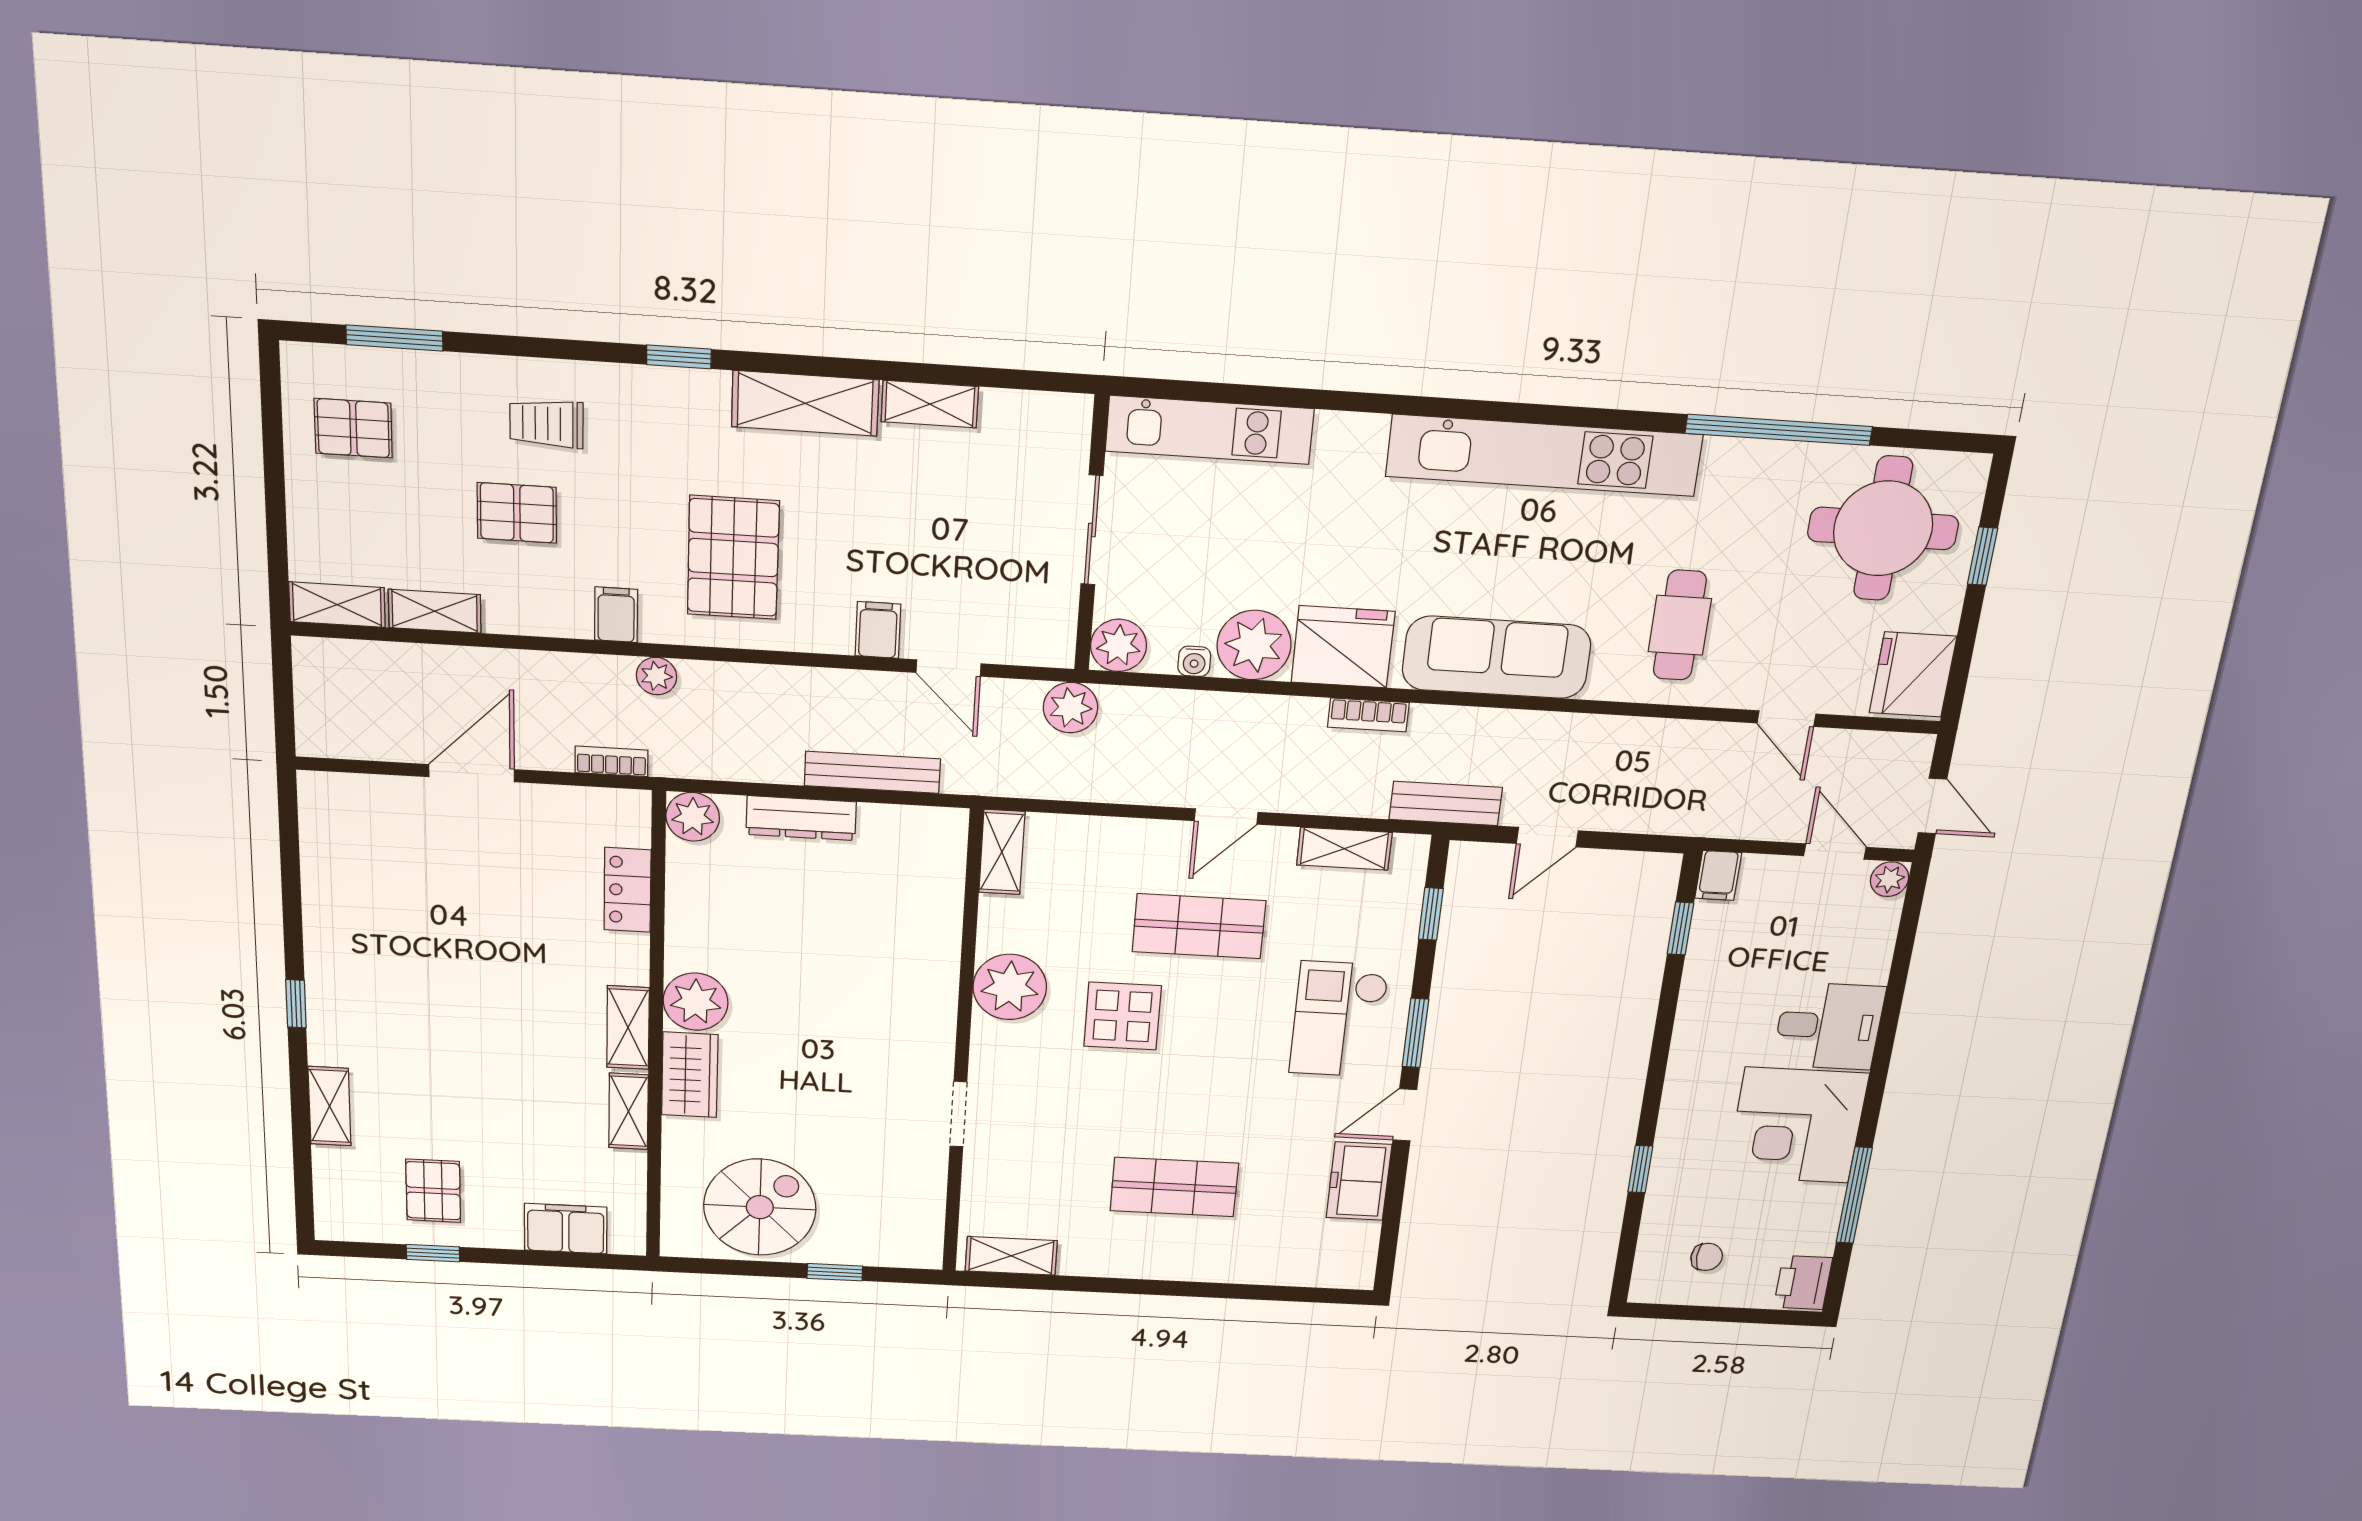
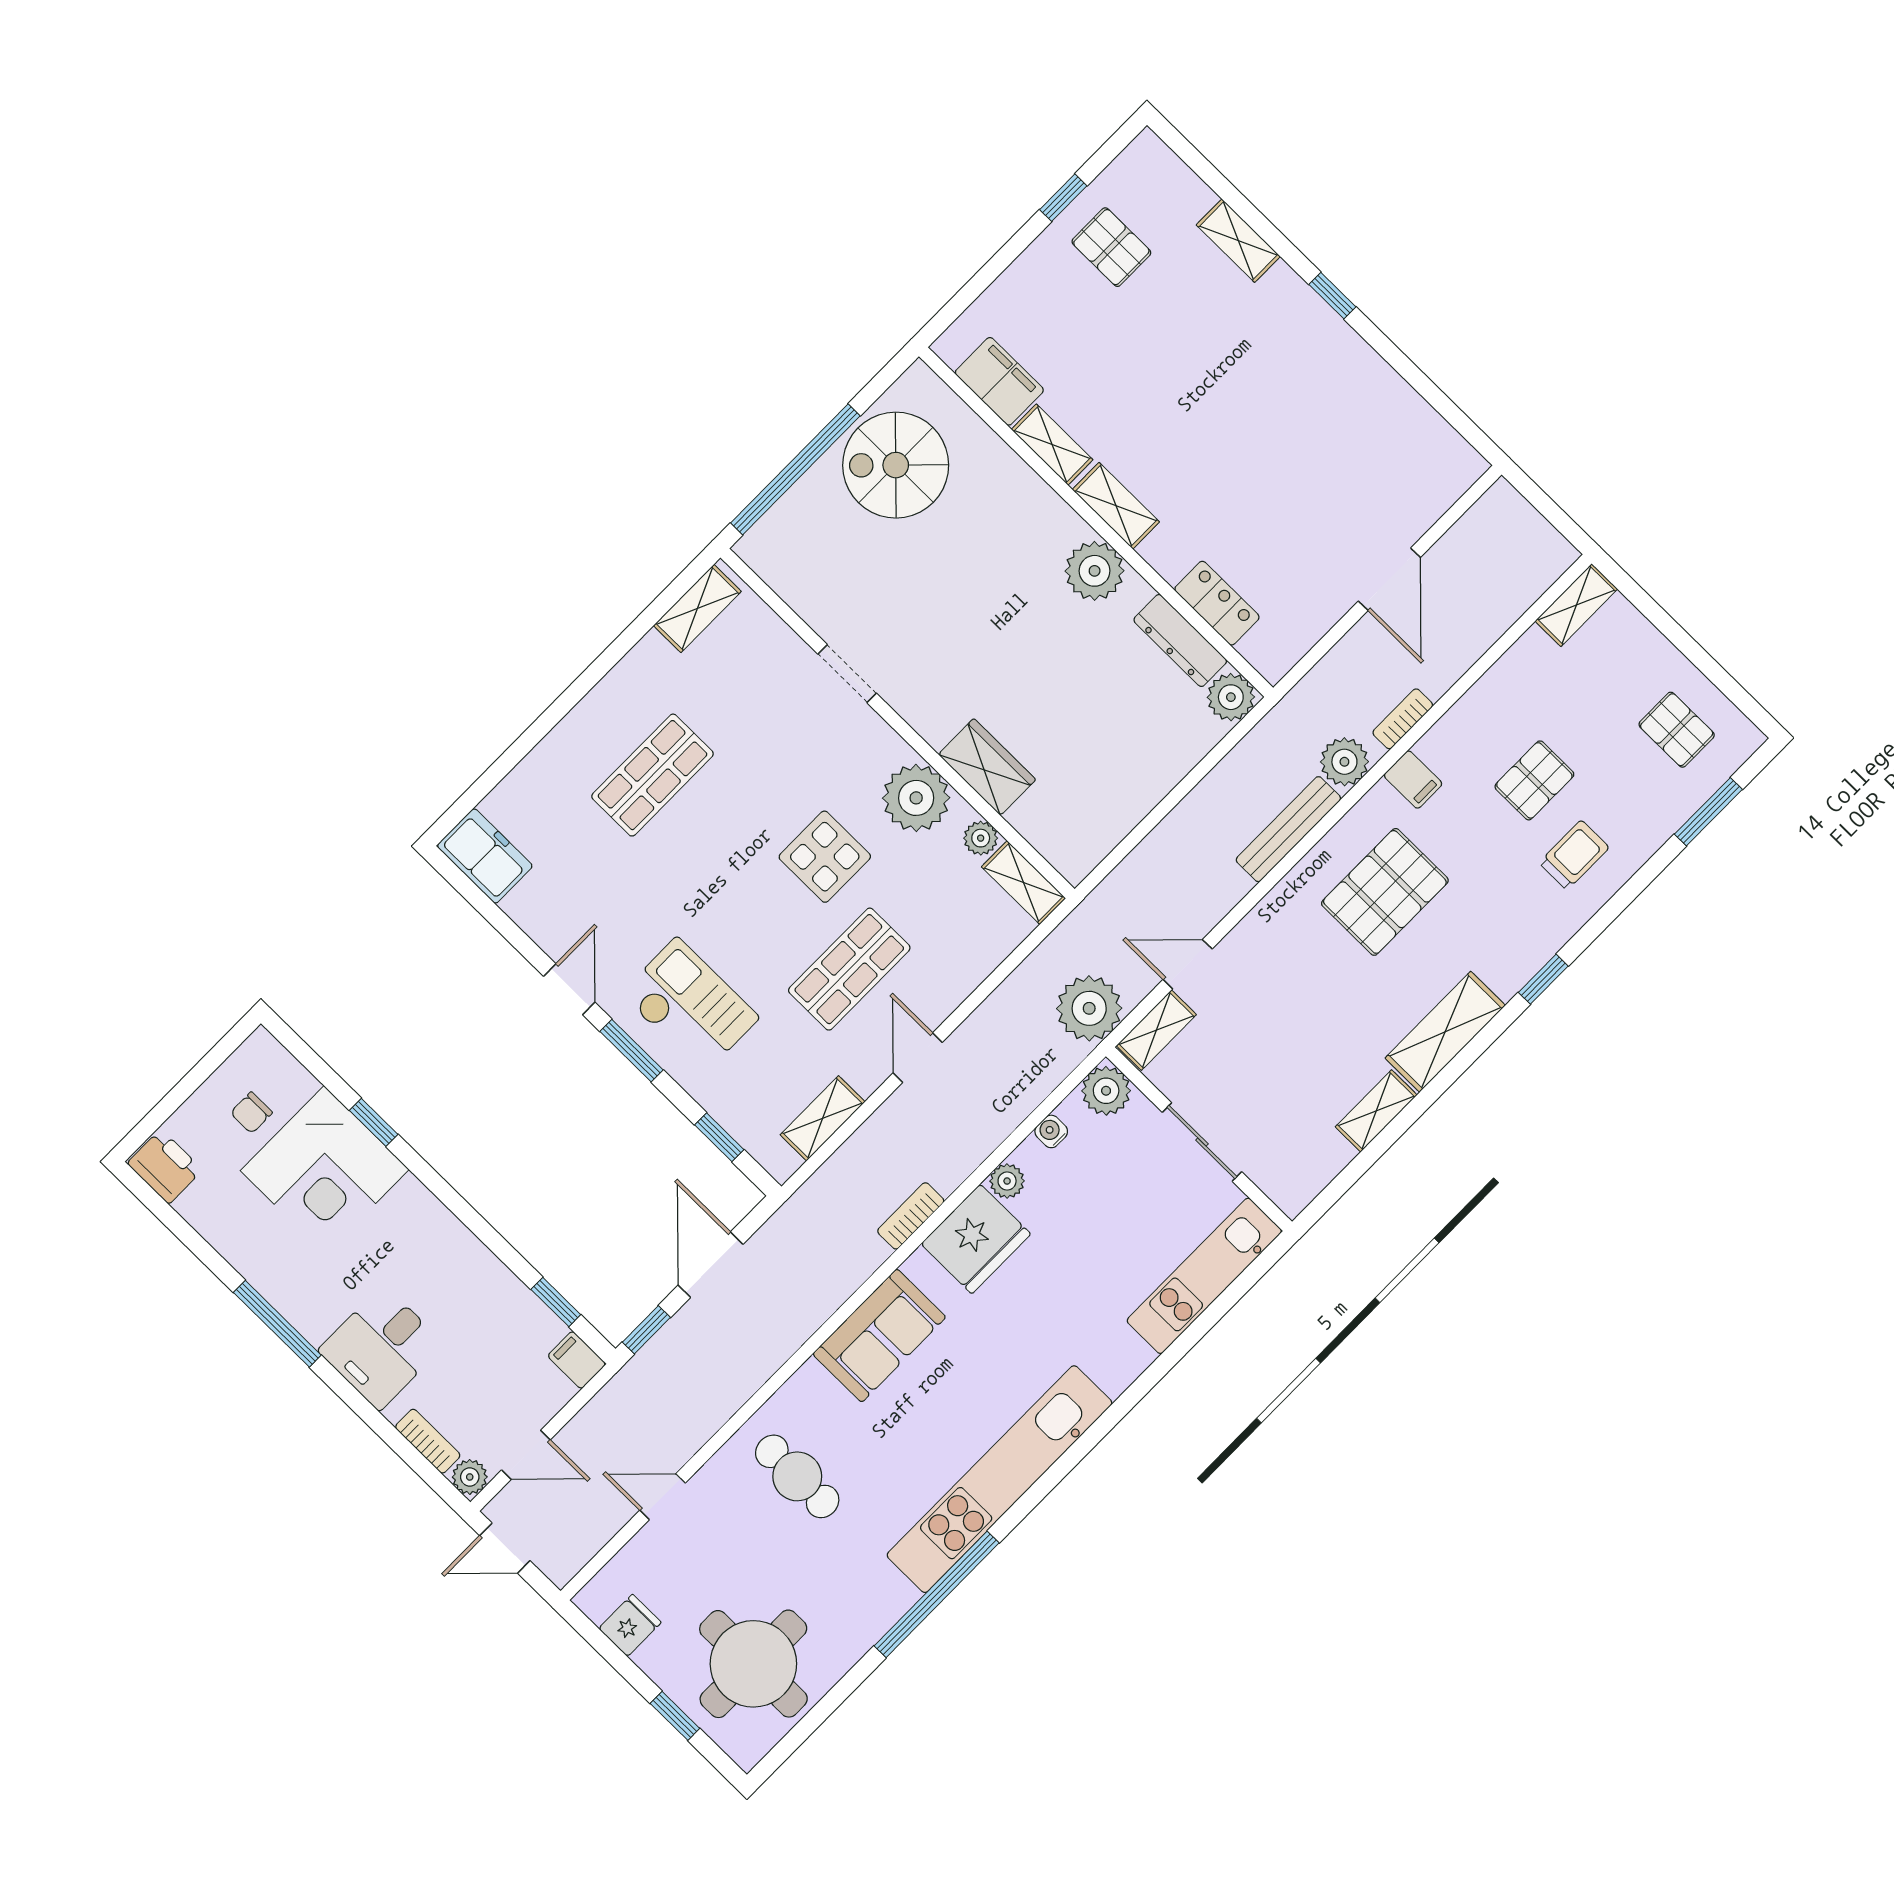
pallet: (353, 428) -> (1677, 730), turned 90
window: (1779, 430) -> (937, 1594), moved
pallet: (733, 558) -> (1385, 892), turned 90
shelving: (435, 611) -> (1156, 1030), moved
filing cabinet: (878, 630) -> (1254, 941), removed
plant: (1254, 645) -> (1007, 1181), width x0.53, depth x0.53
sofa: (1496, 657) -> (879, 1336), width x0.73
fridge: (1913, 675) -> (630, 1625), width x0.53, depth x0.75
plant: (656, 676) -> (1344, 762), width x1.38, depth x1.38
plant: (1071, 708) -> (1089, 1008), width x1.36, depth x1.36
bookcase: (611, 761) -> (1403, 719), moved, turned 180
bench: (872, 772) -> (1288, 829), moved
bench: (1446, 803) -> (798, 1215), removed
dresser: (801, 818) -> (1180, 641), moved, turned -90
door: (1547, 837) -> (711, 1265), width x1.38
window: (1647, 843) -> (646, 1330), added
plant: (996, 913) -> (981, 838), added
bookcase: (1883, 933) -> (428, 1441), added
wardrobe: (690, 1075) -> (987, 767), moved, turned 180
corner desk: (1797, 1125) -> (325, 1170), moved, turned 180
freezer: (1359, 1181) -> (485, 856), moved
window: (1854, 1195) -> (277, 1324), moved
spiral stairs: (760, 1207) -> (896, 465), turned 90
filing cabinet: (566, 1229) -> (999, 381), moved, turned -90
window: (835, 1272) -> (795, 469), width x3.17

